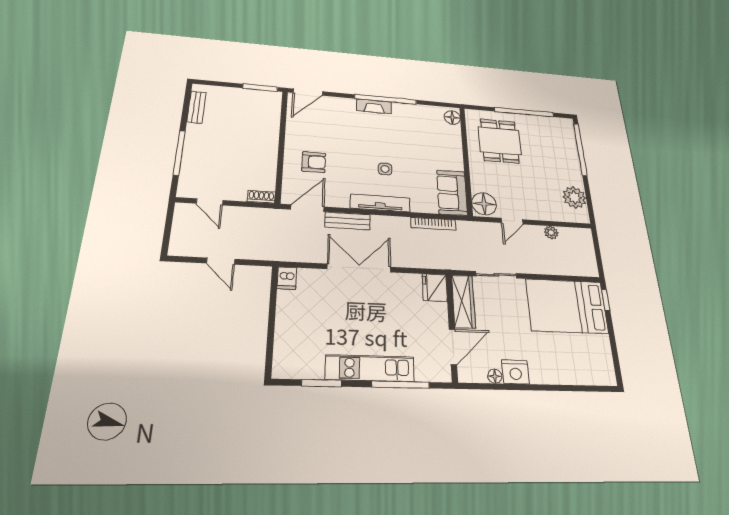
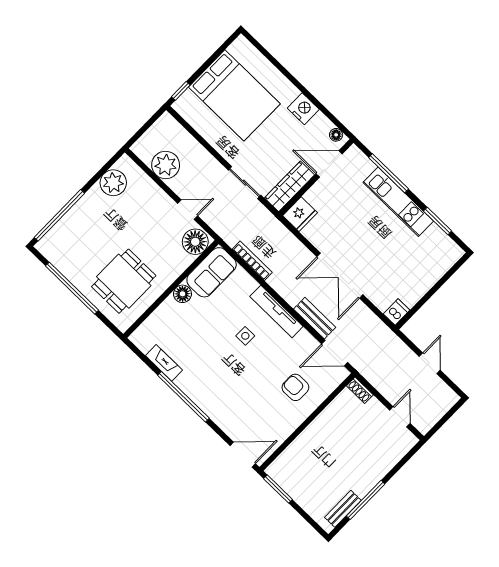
fireplace: (374, 106) -> (164, 363), moved
floor lamp: (452, 118) -> (182, 294), moved
window: (179, 153) -> (366, 500), moved
plant: (551, 233) -> (166, 165), width x1.88, depth x1.88
bed: (567, 306) -> (234, 95), moved
floor lamp: (495, 376) -> (336, 135), moved

